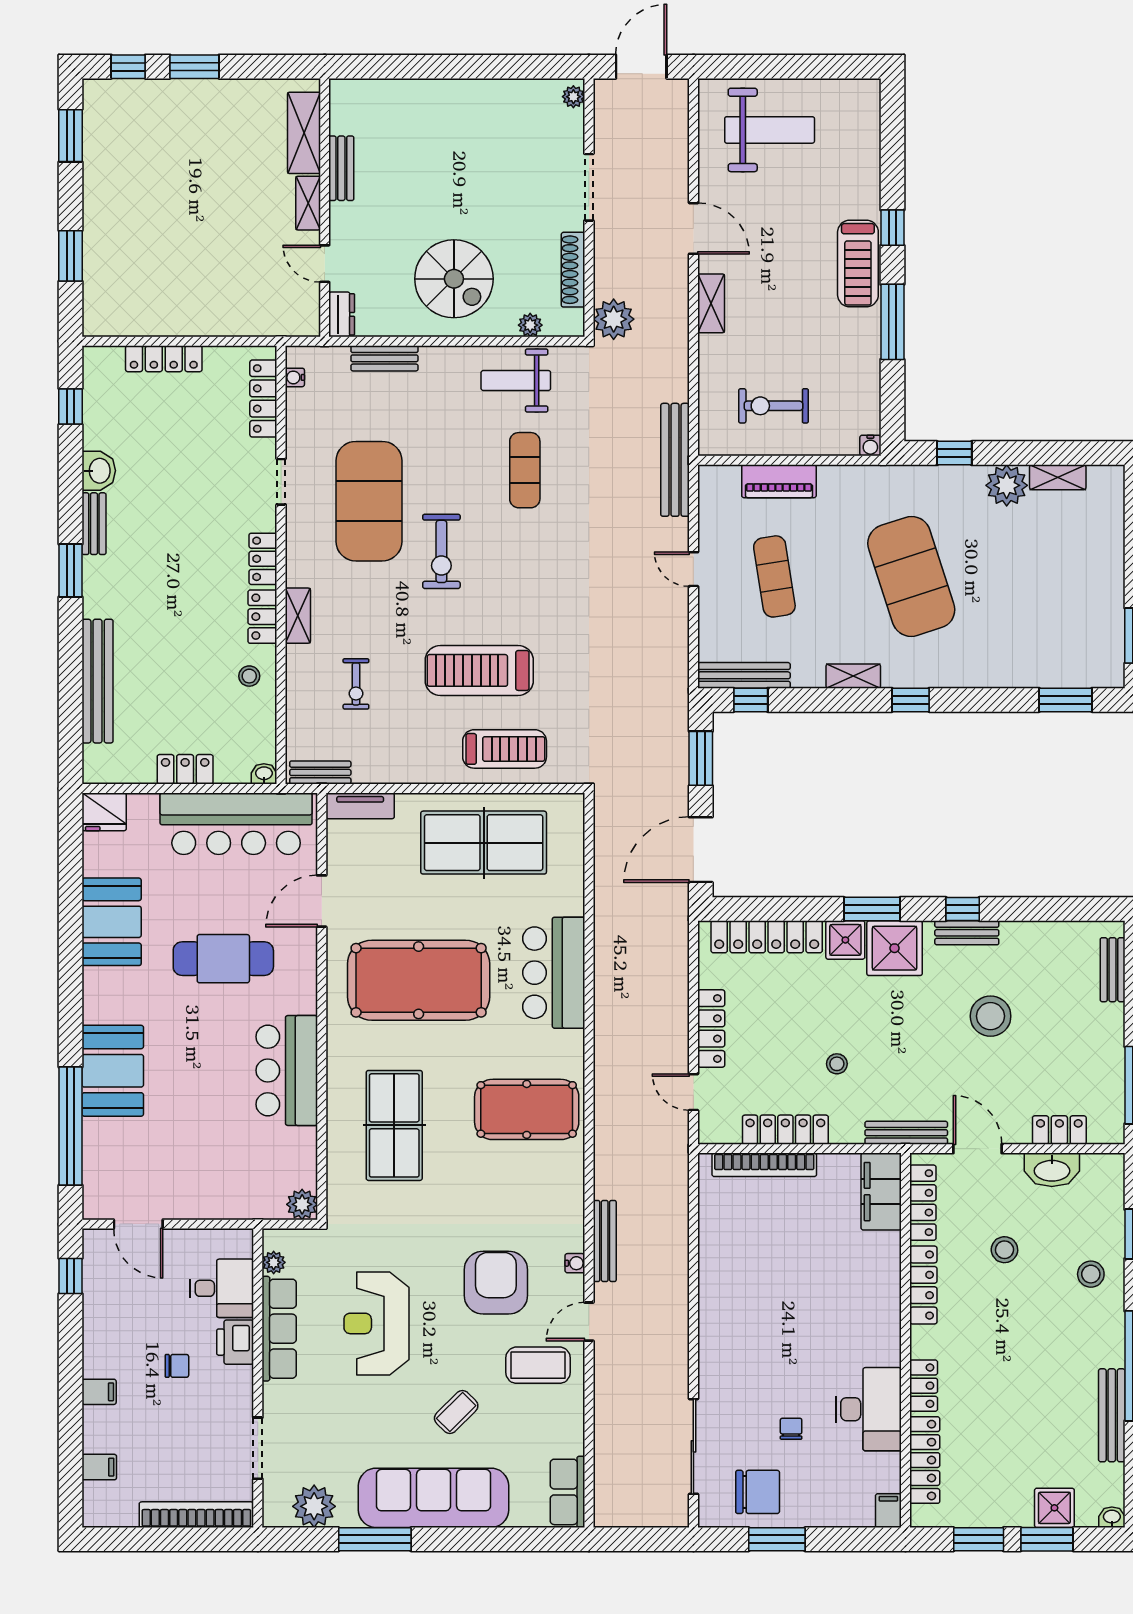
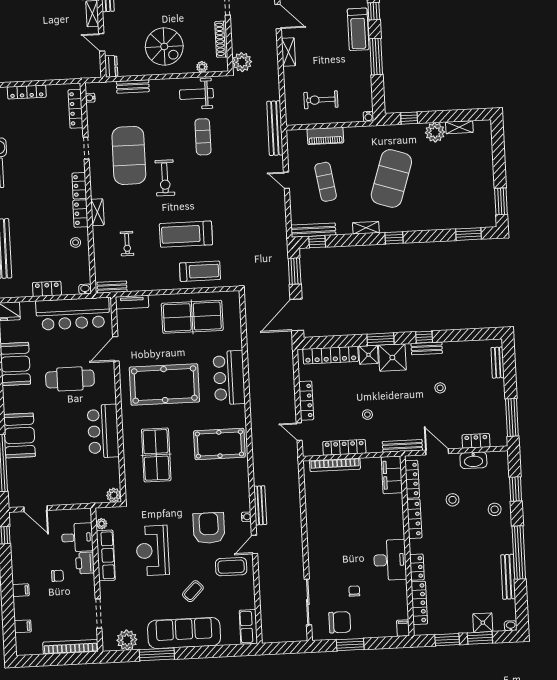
exercise mat: (911, 576) -> (391, 178), turned 36
stool: (991, 1016) -> (440, 388), width x0.53, depth x0.53
desk: (868, 1409) -> (390, 560), moved

